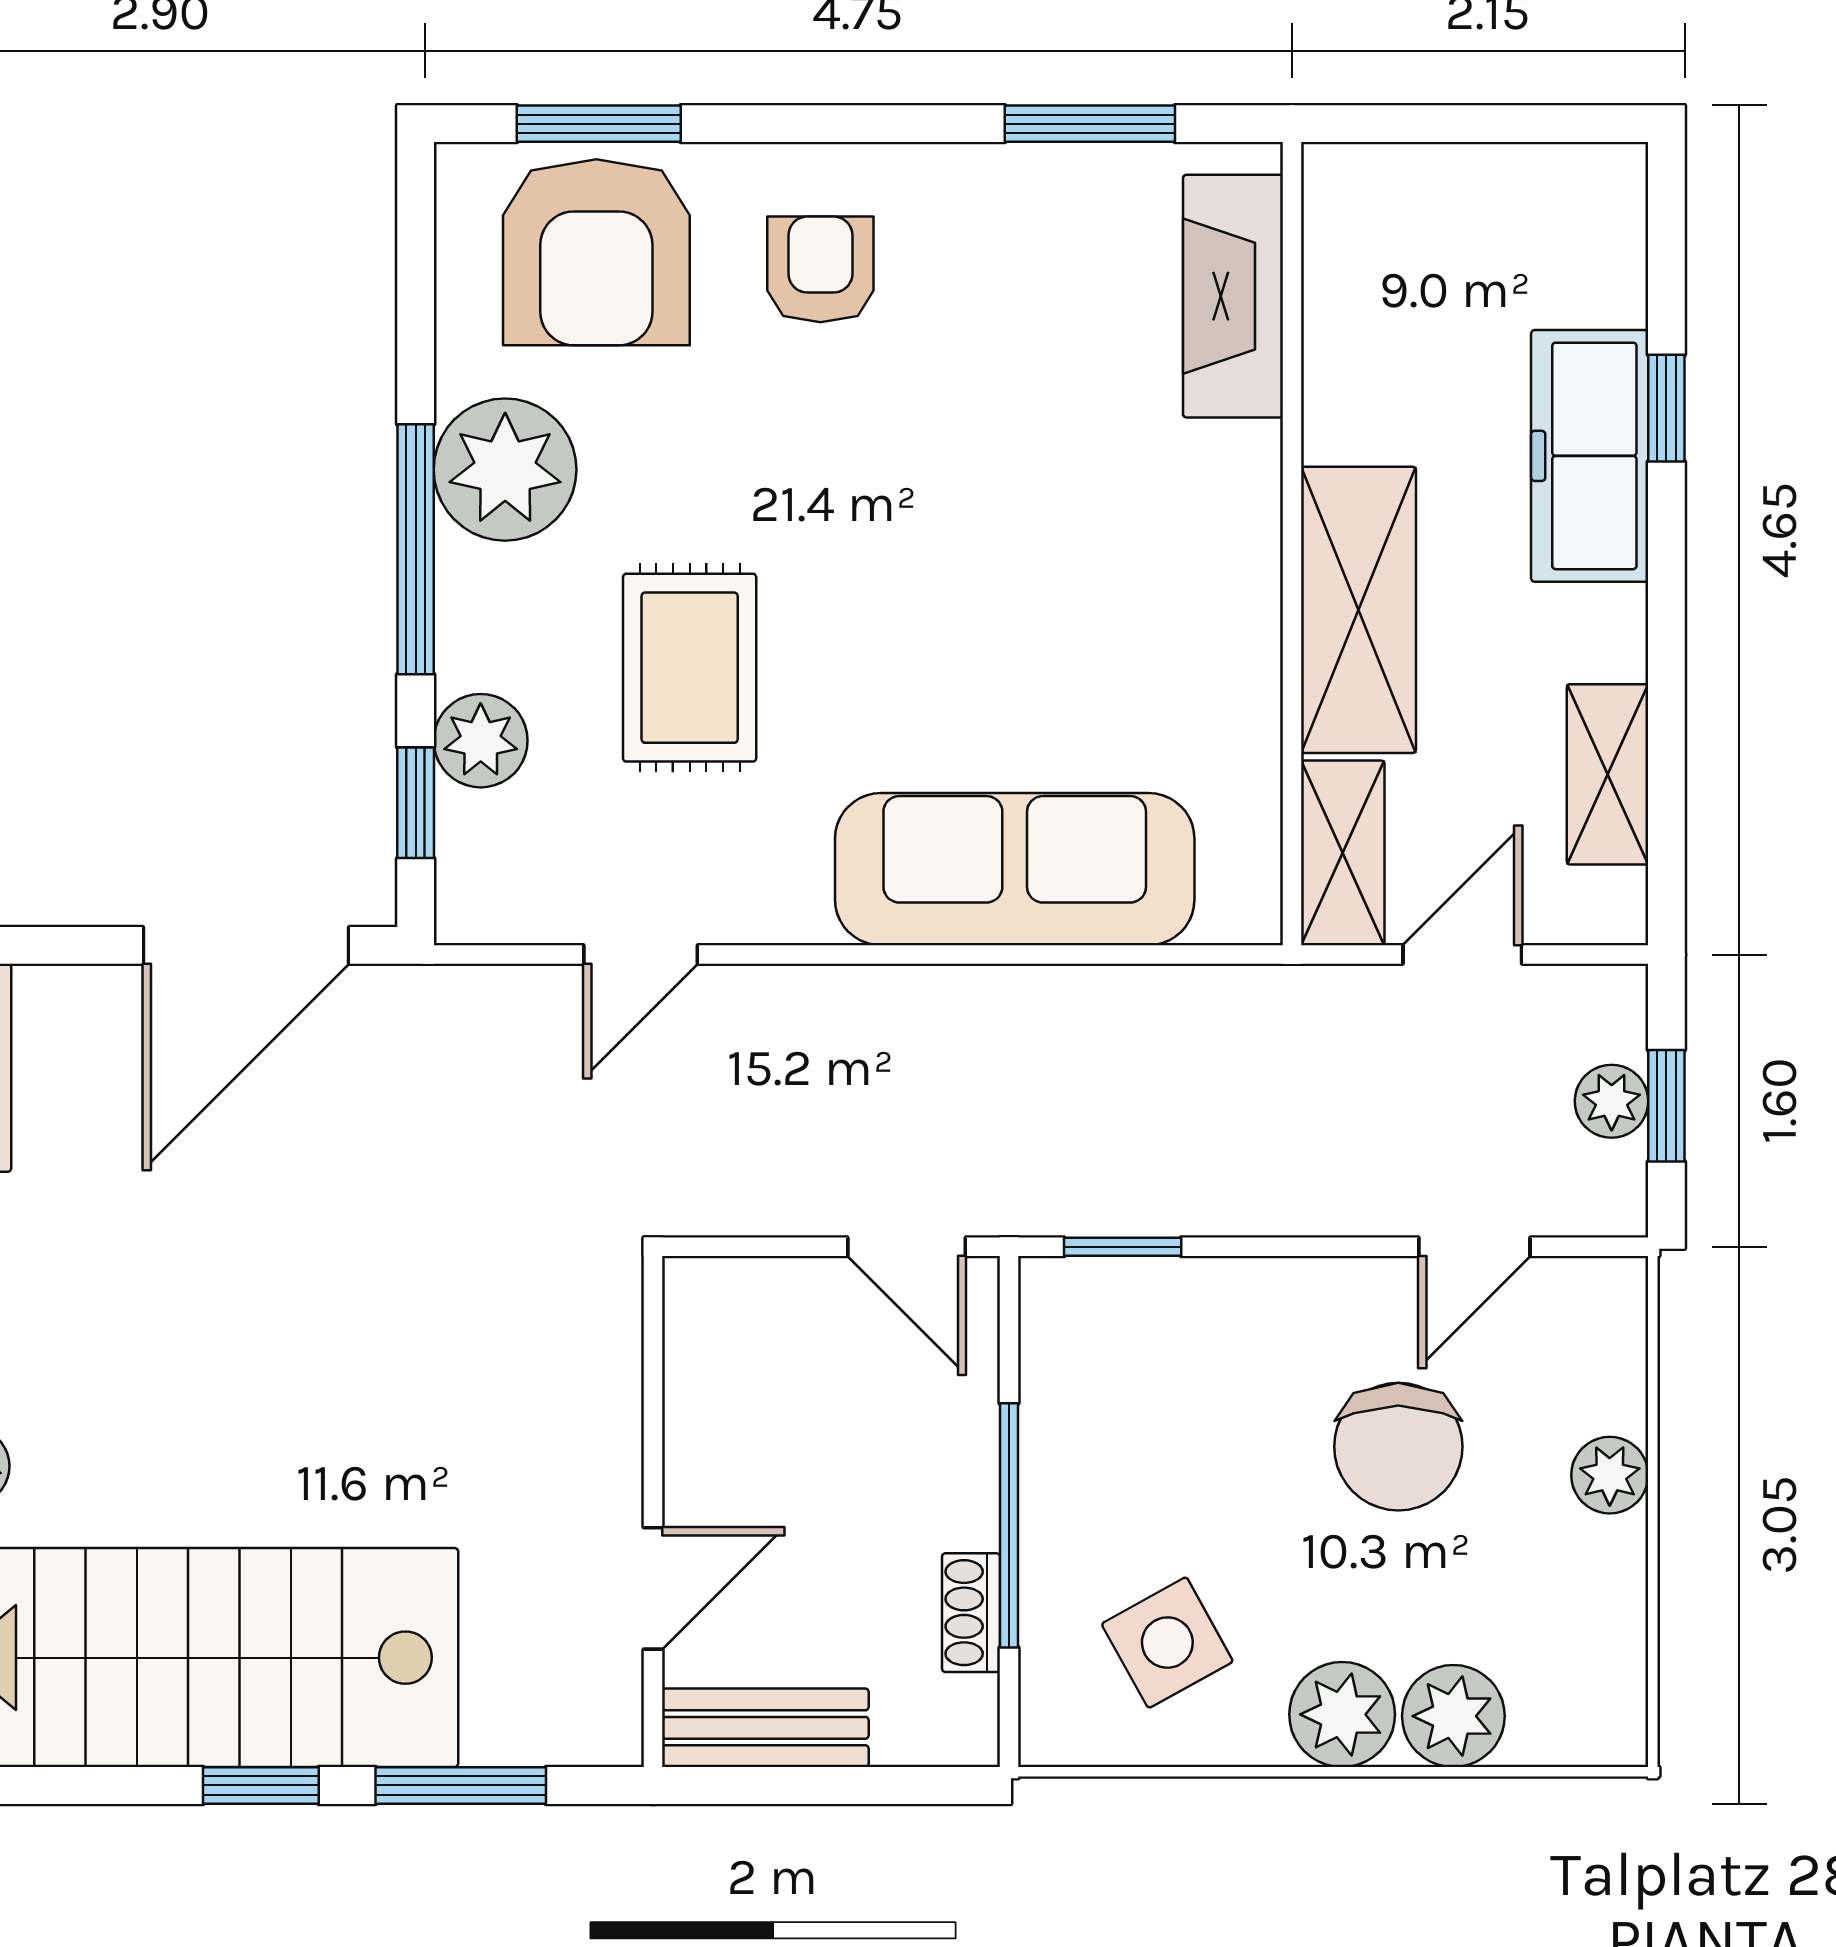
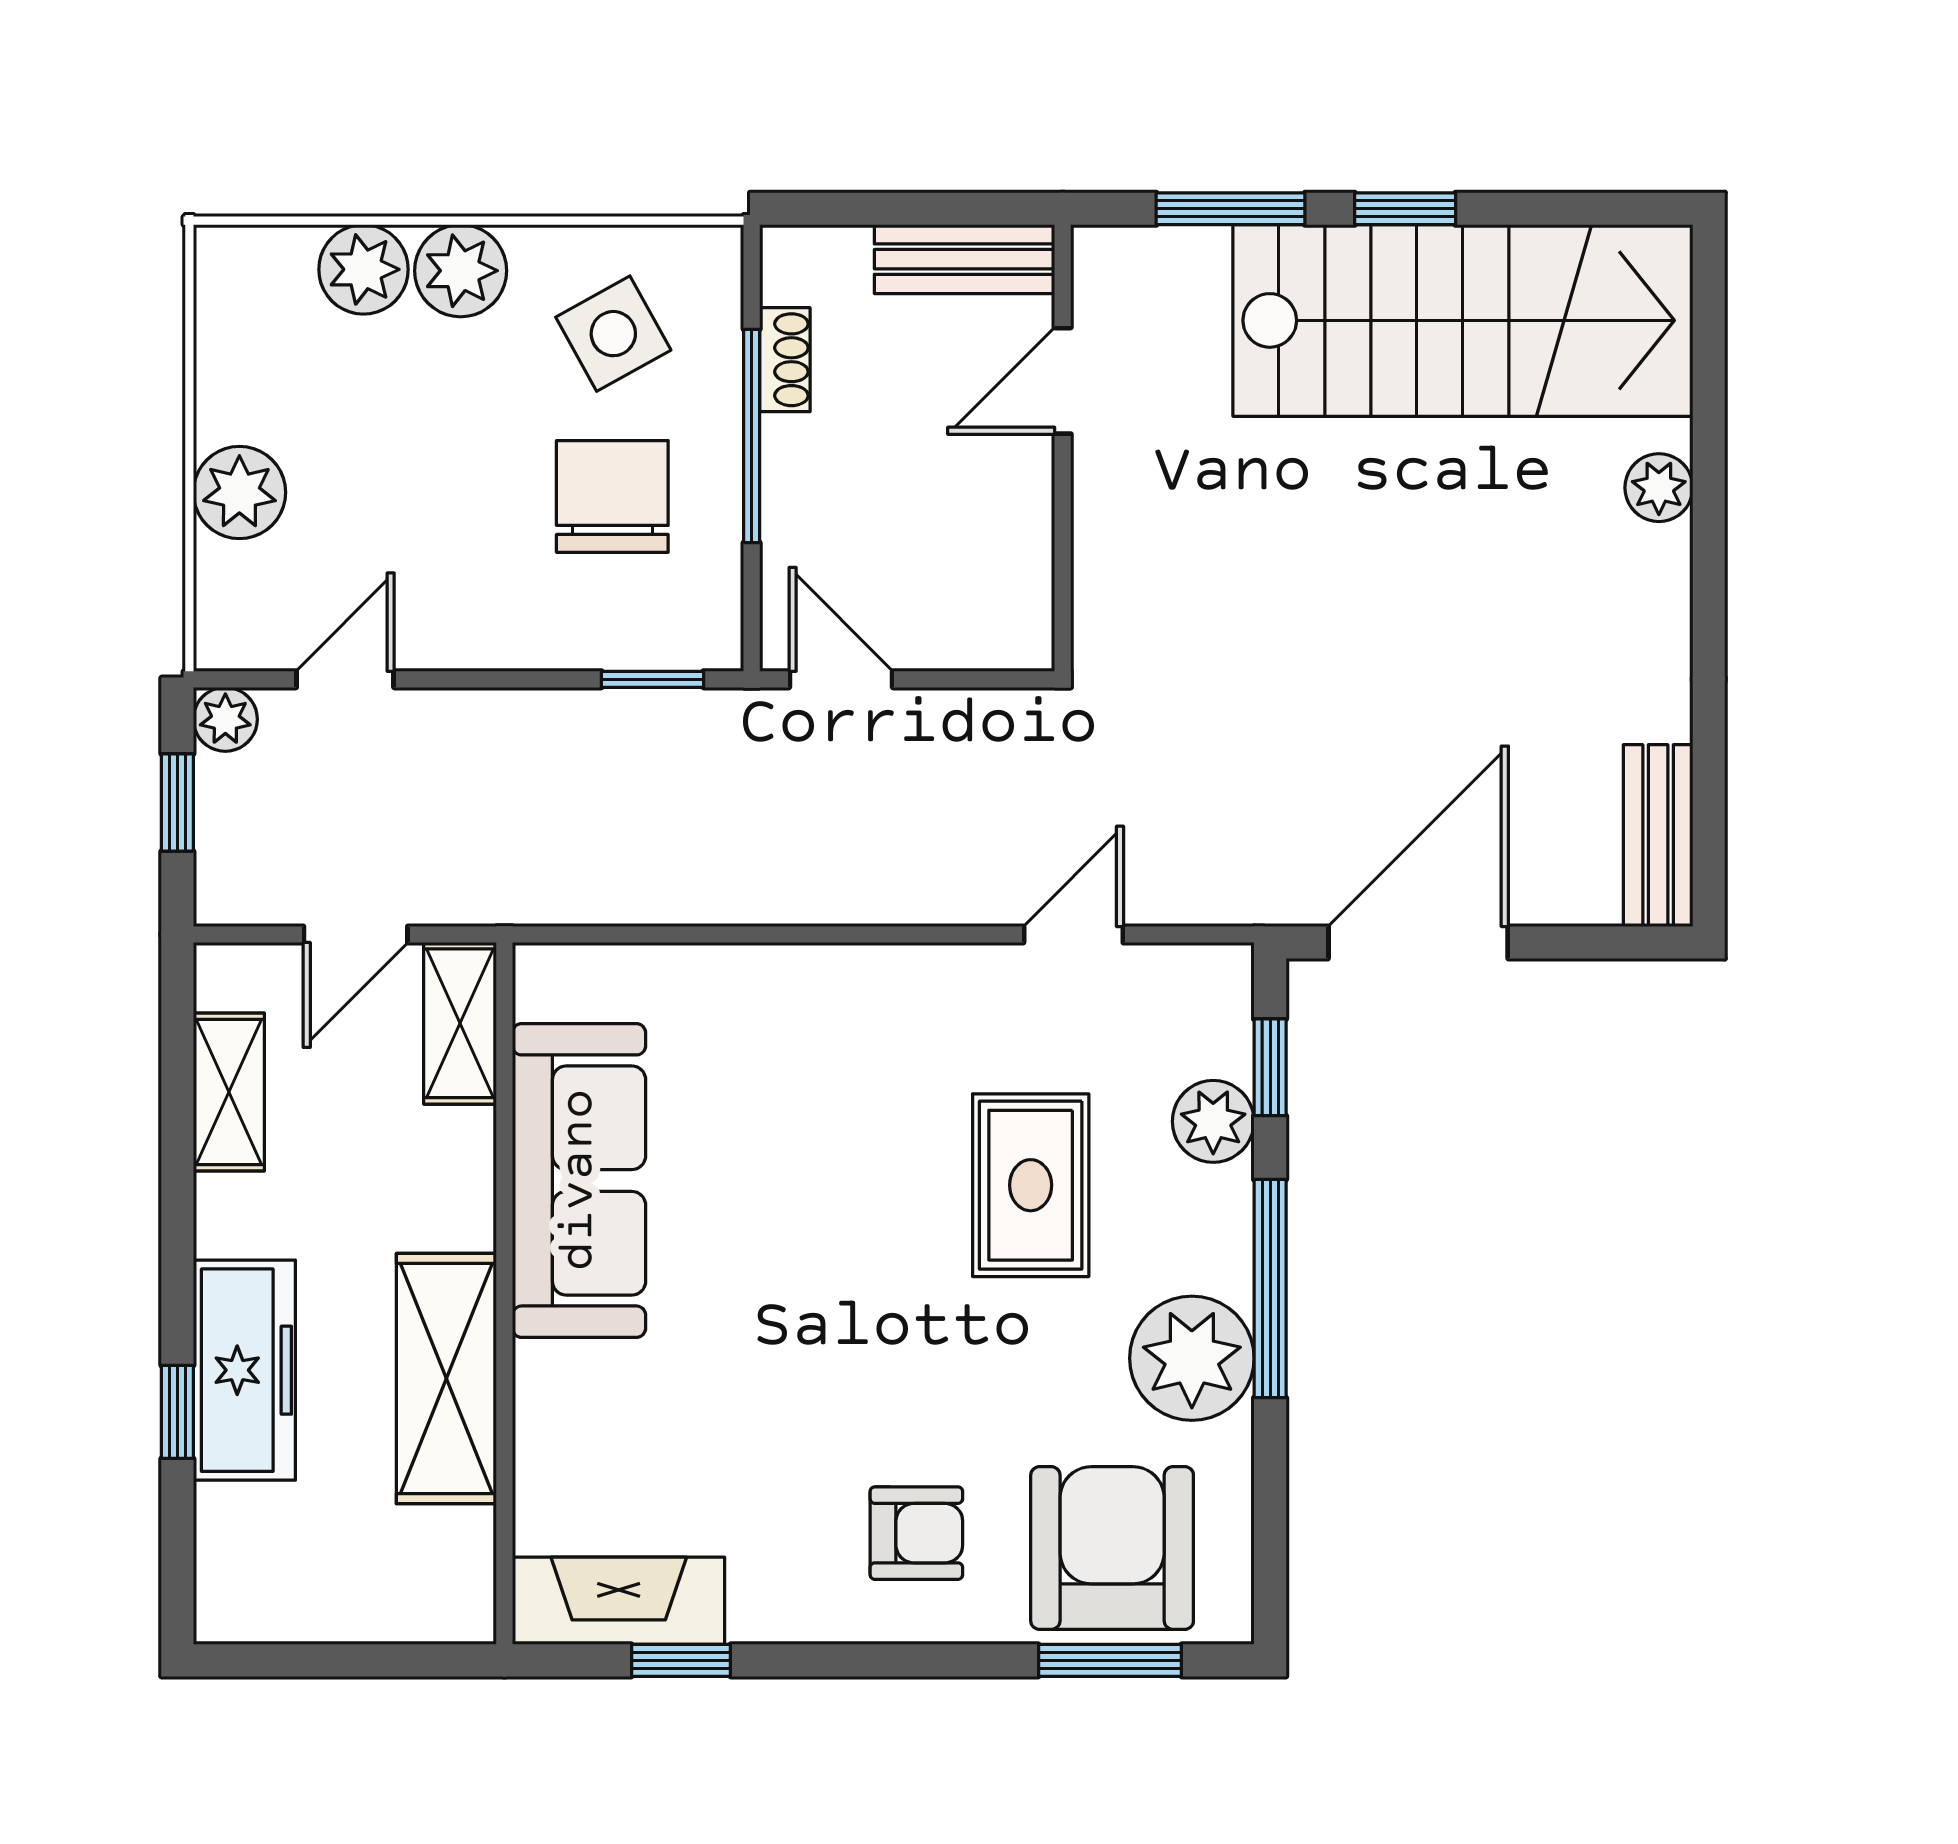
window: (1090, 124) -> (681, 1660), width x0.67
armchair: (820, 269) -> (916, 1533), turned -90
fireplace: (1233, 296) -> (619, 1601), moved, turned -90
shelving: (1359, 610) -> (446, 1379), moved
sofa: (1015, 869) -> (579, 1180), moved, turned -90
plant: (1612, 1101) -> (225, 719), moved
chair: (1398, 1447) -> (612, 496), moved
plant: (1610, 1475) -> (239, 492), width x1.38, depth x1.38

